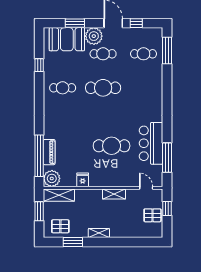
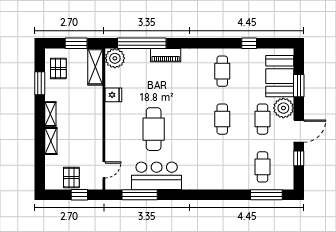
cafe table: (103, 88) -> (222, 119), width x0.73, depth x0.74
piano: (49, 152) -> (166, 55), moved
shelving: (114, 194) -> (51, 141), moved

